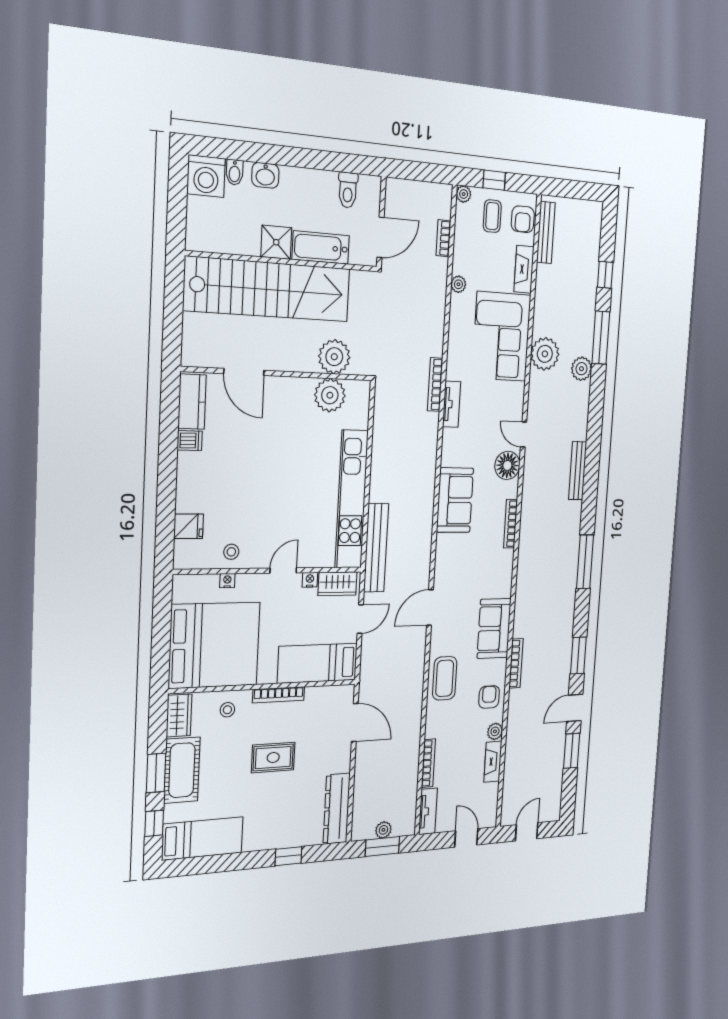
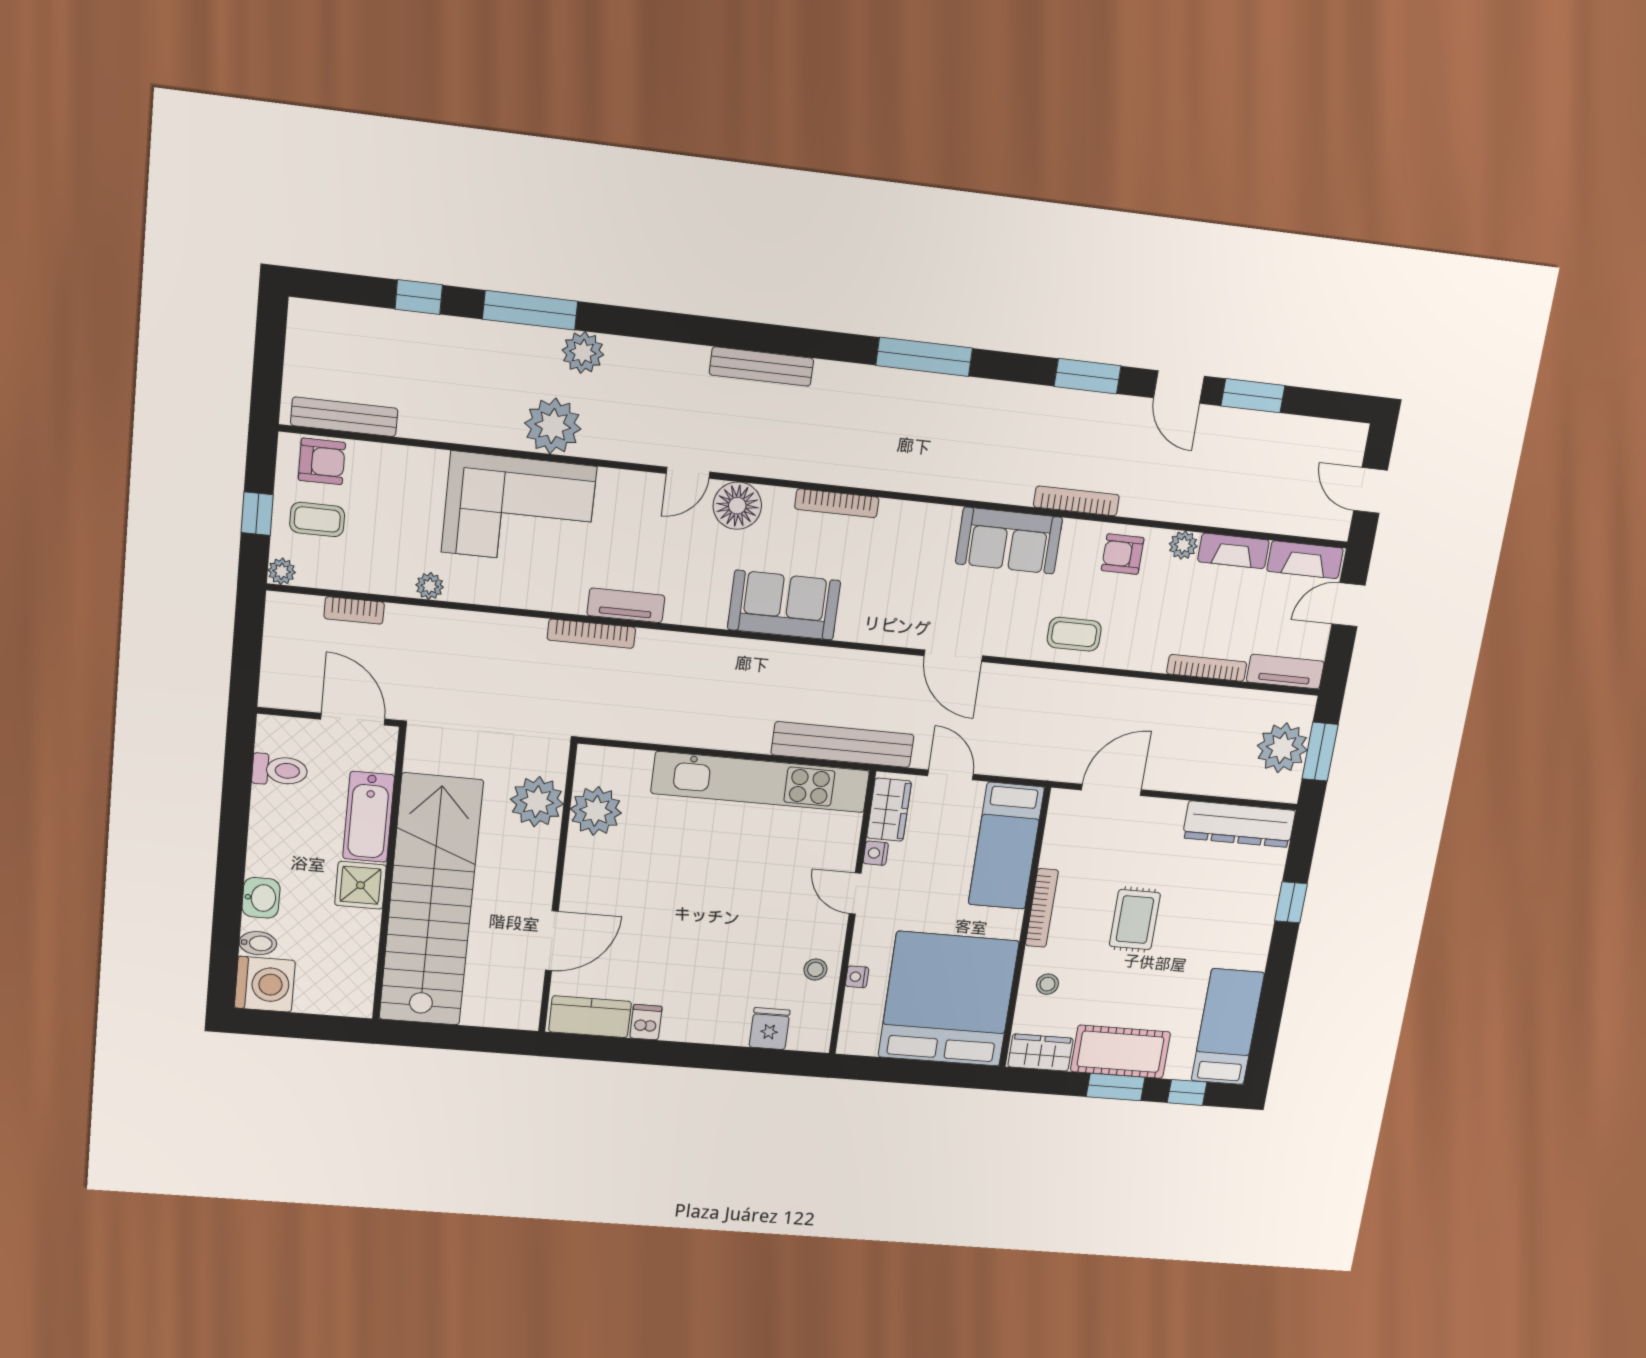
fireplace: (524, 269) -> (1305, 560), moved
coffee table: (445, 678) -> (1074, 634), width x0.73, depth x0.77
plant: (383, 830) -> (1282, 748), width x1.88, depth x1.88

